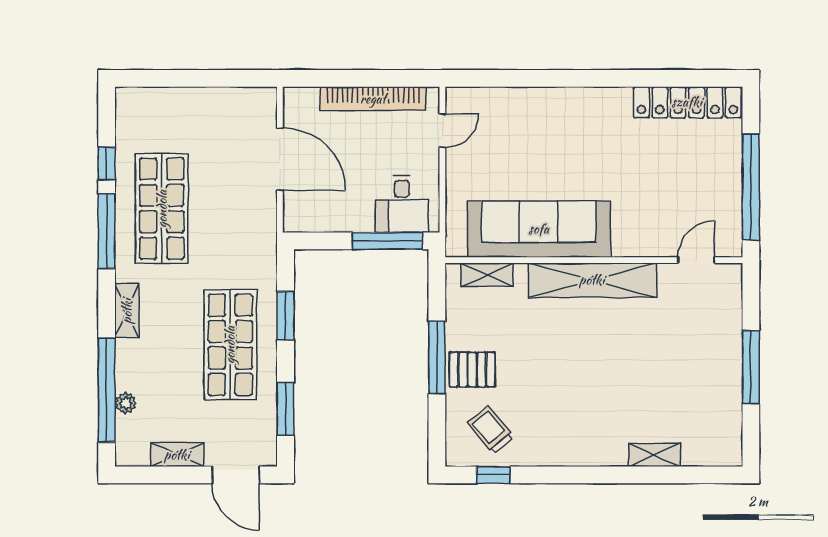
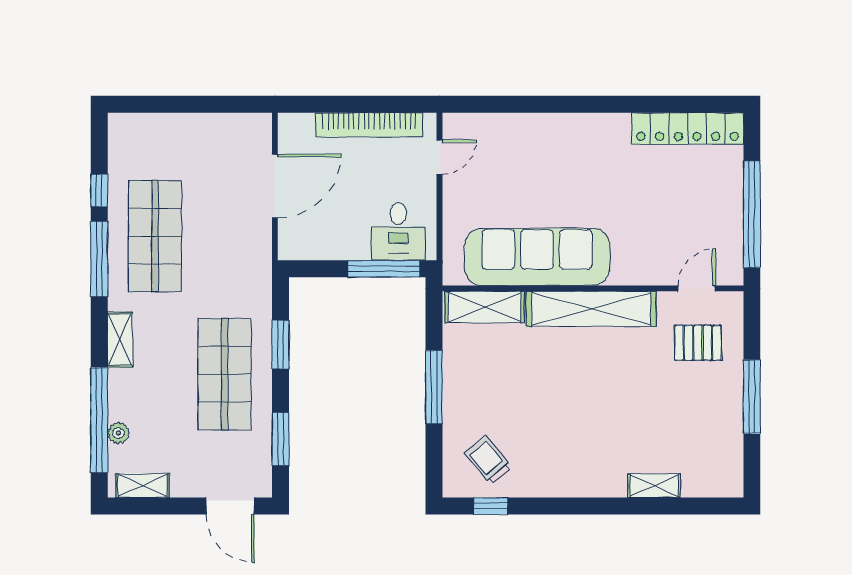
door: (280, 159) -> (275, 186), hinge flipped
shelving: (487, 275) -> (485, 307), width x1.50, depth x1.33
pallet: (472, 370) -> (698, 343), moved
shelving: (177, 455) -> (142, 485), moved

